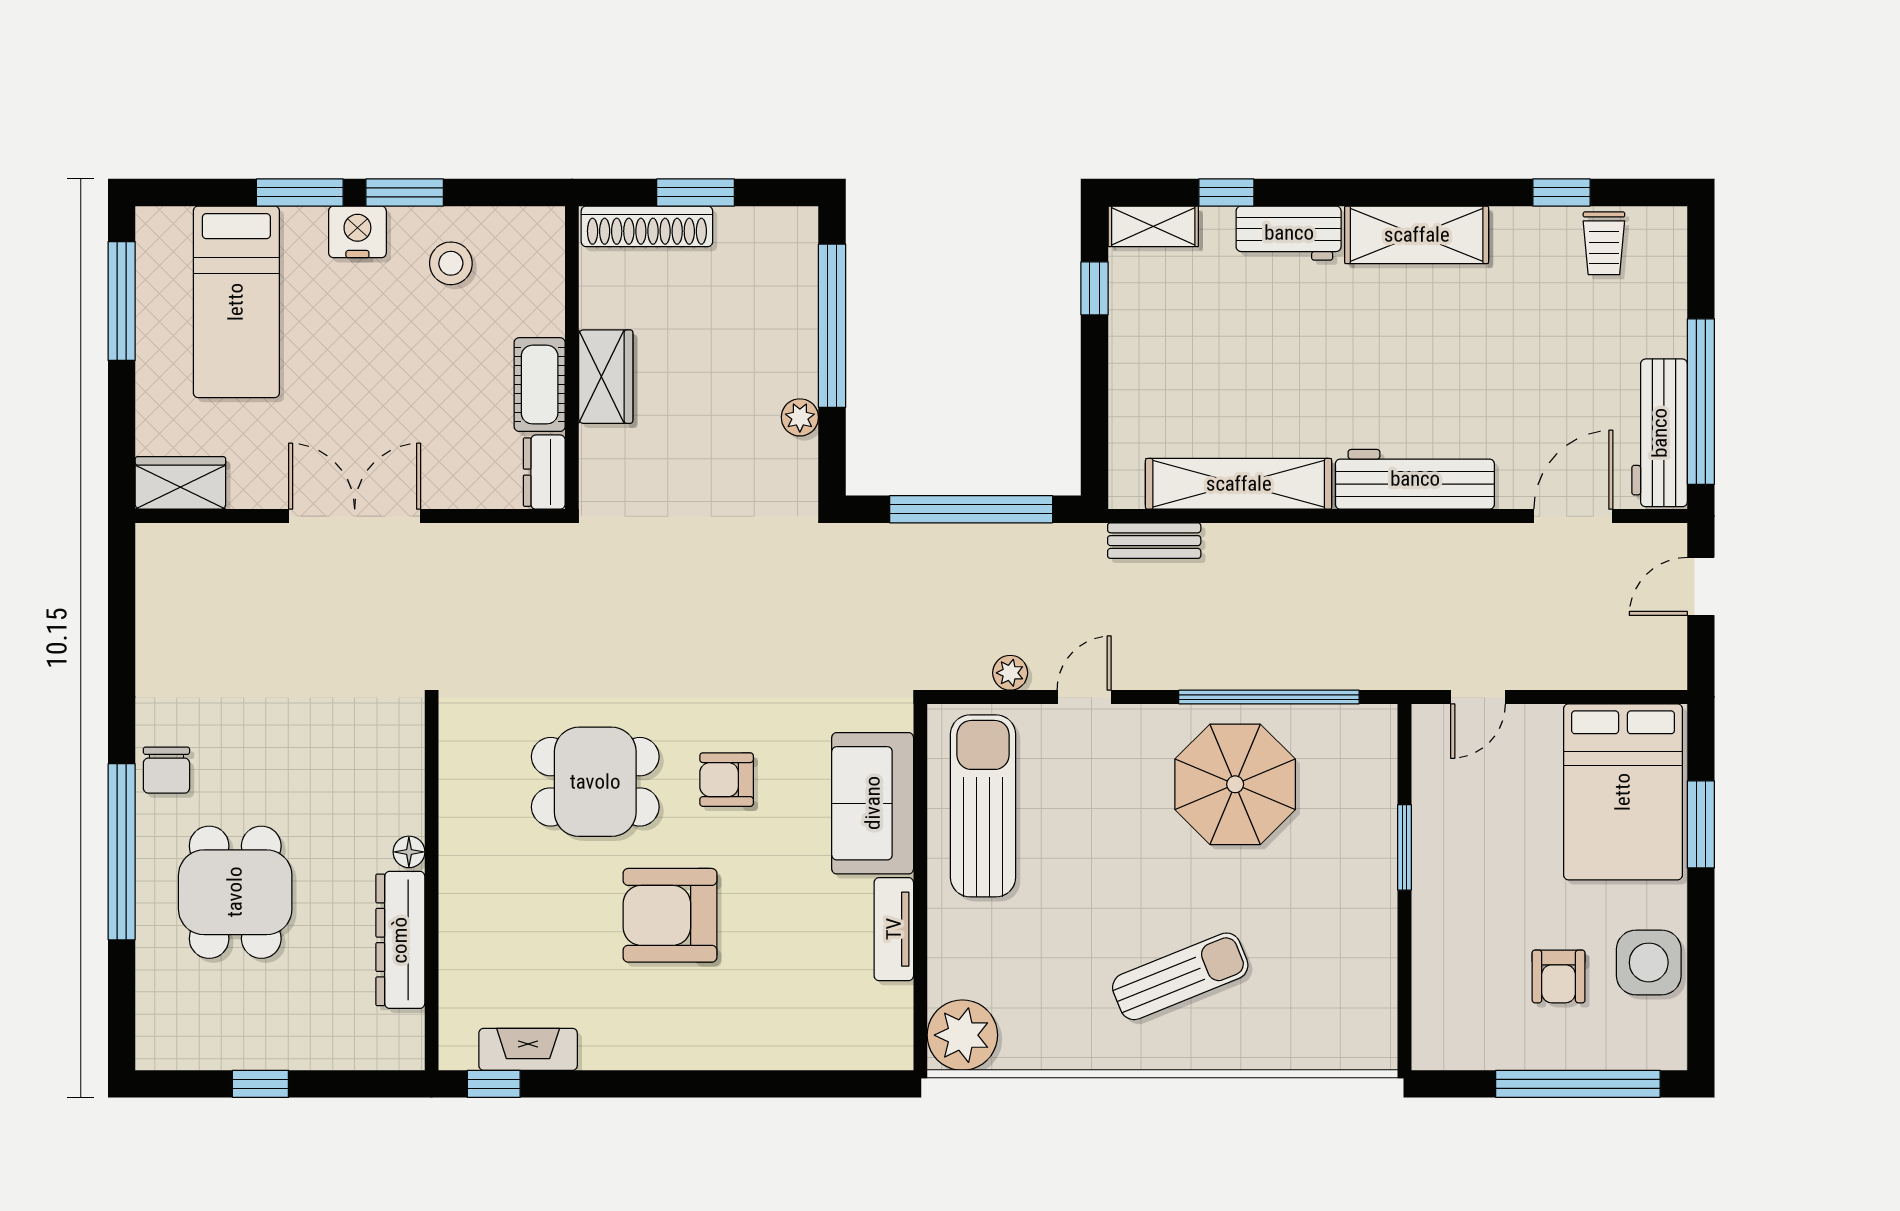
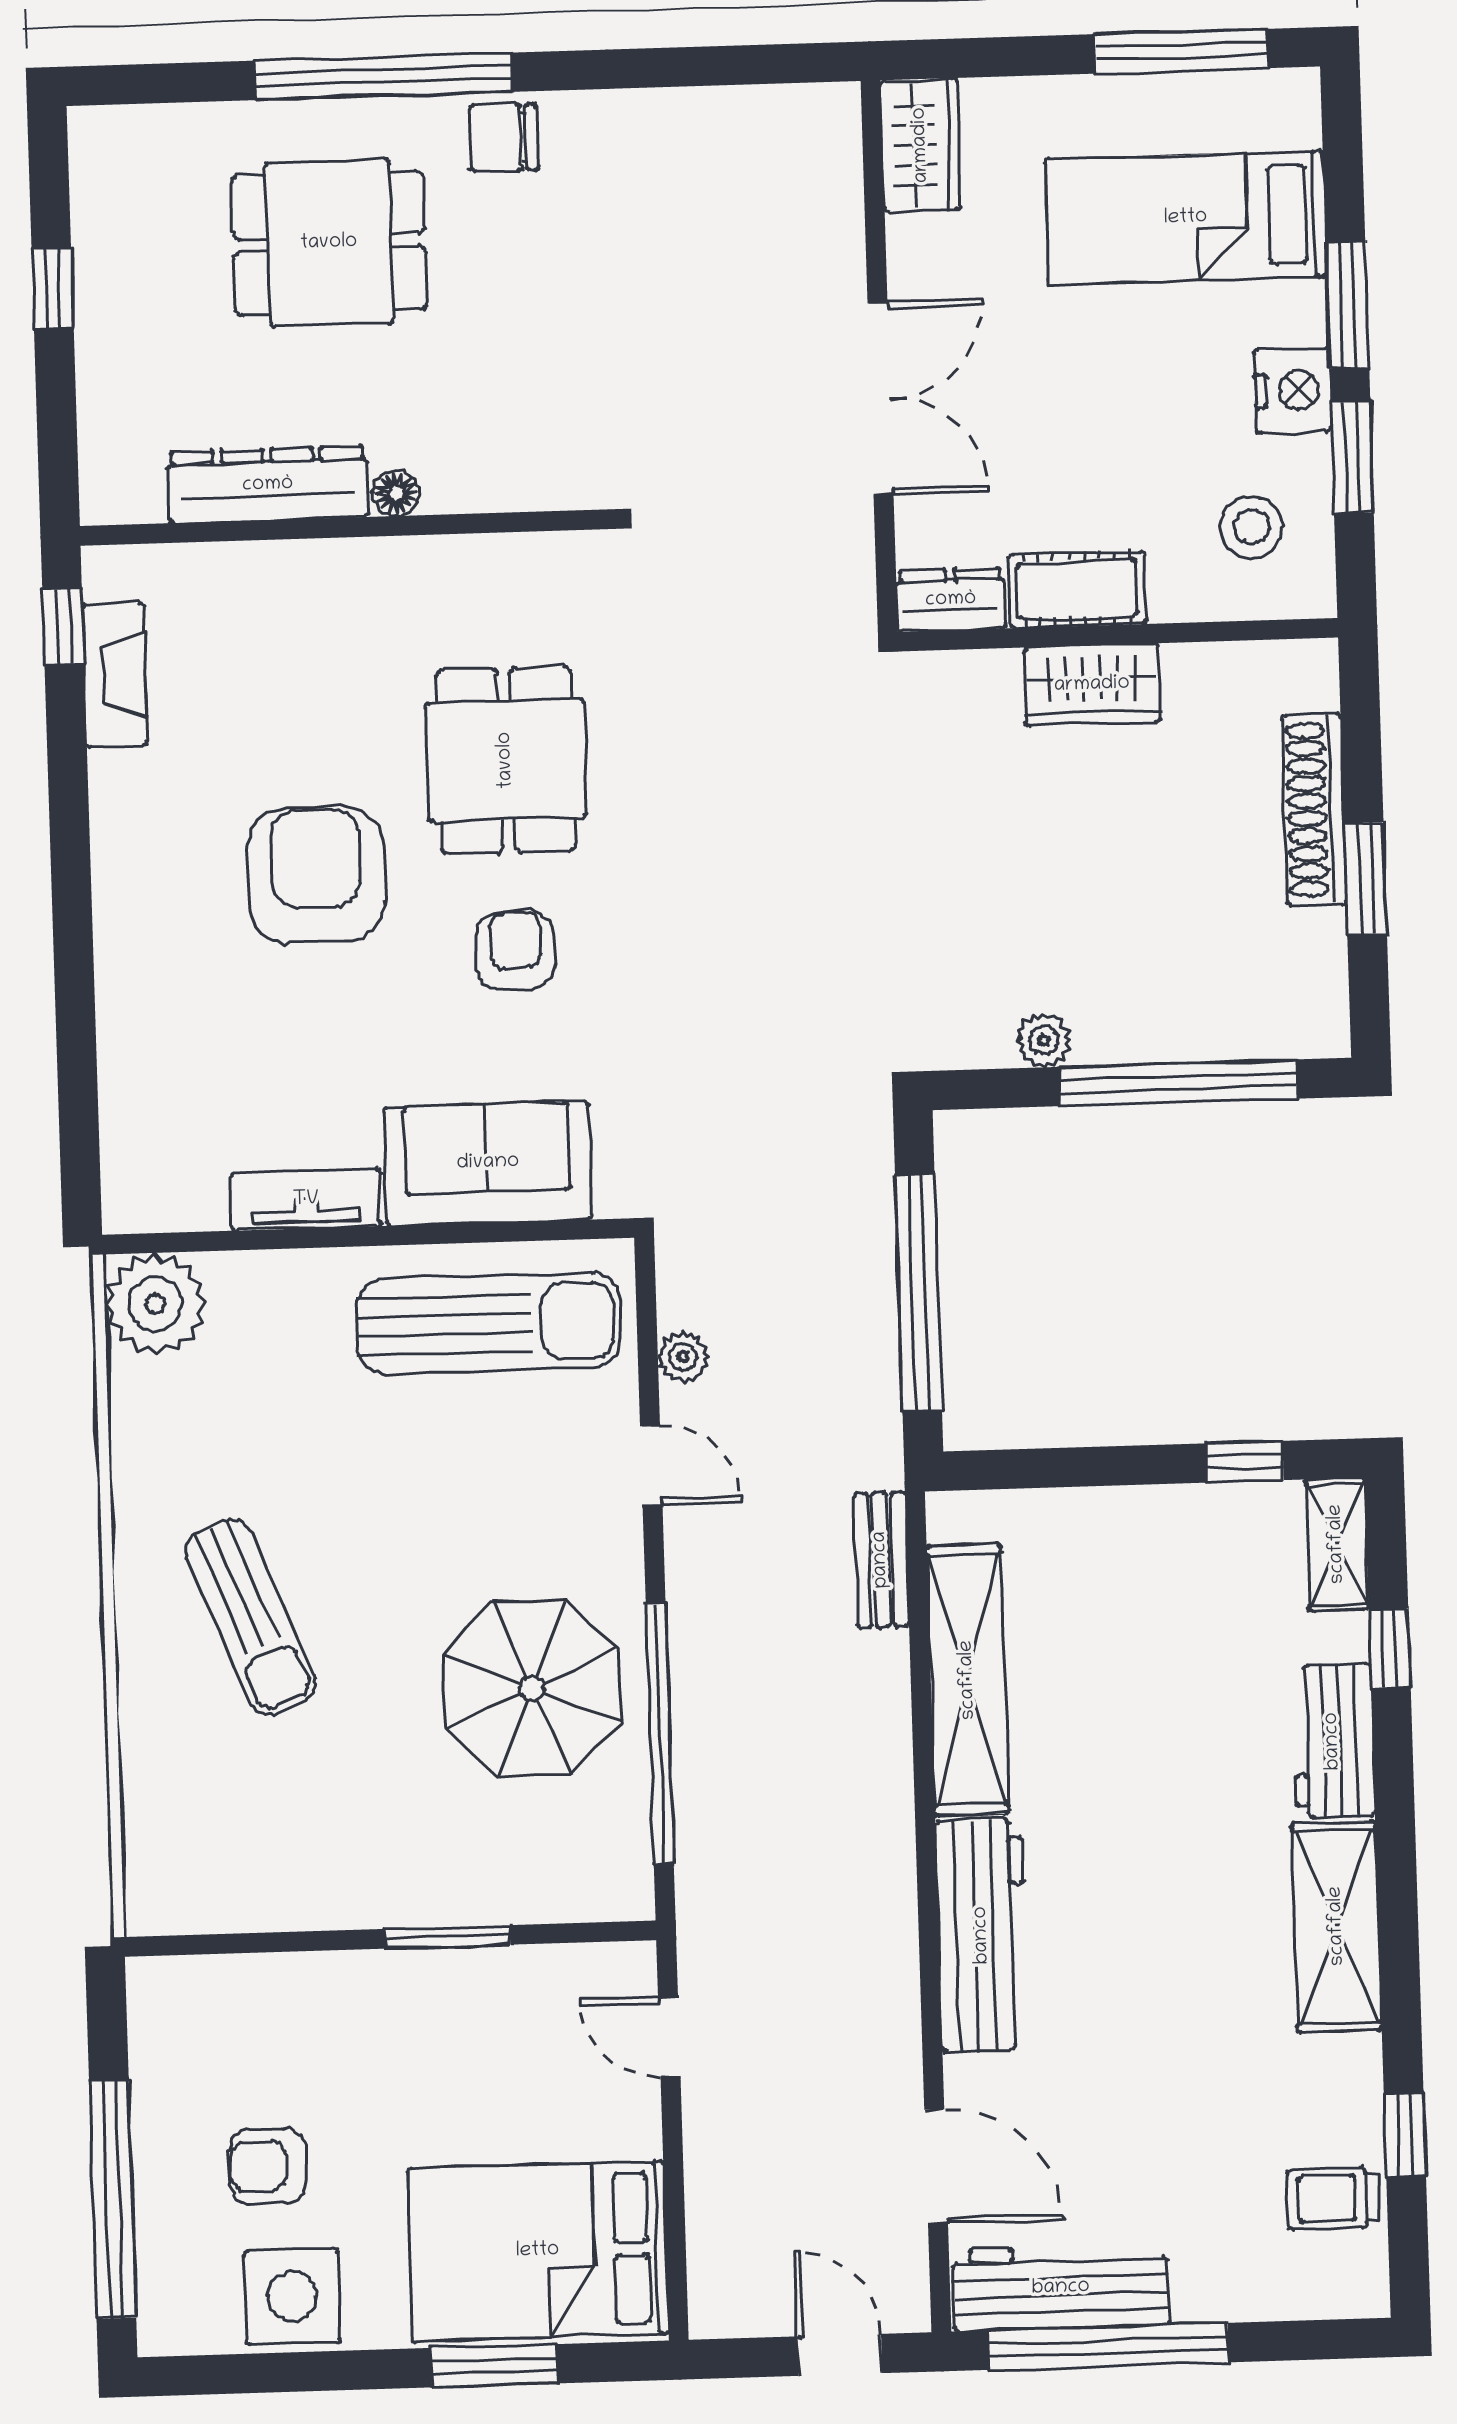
wall: (572, 358) -> (1118, 635), moved
wardrobe: (606, 377) -> (1092, 685), moved
cot: (540, 385) -> (1077, 589), moved
dresser: (544, 472) -> (951, 600), moved

